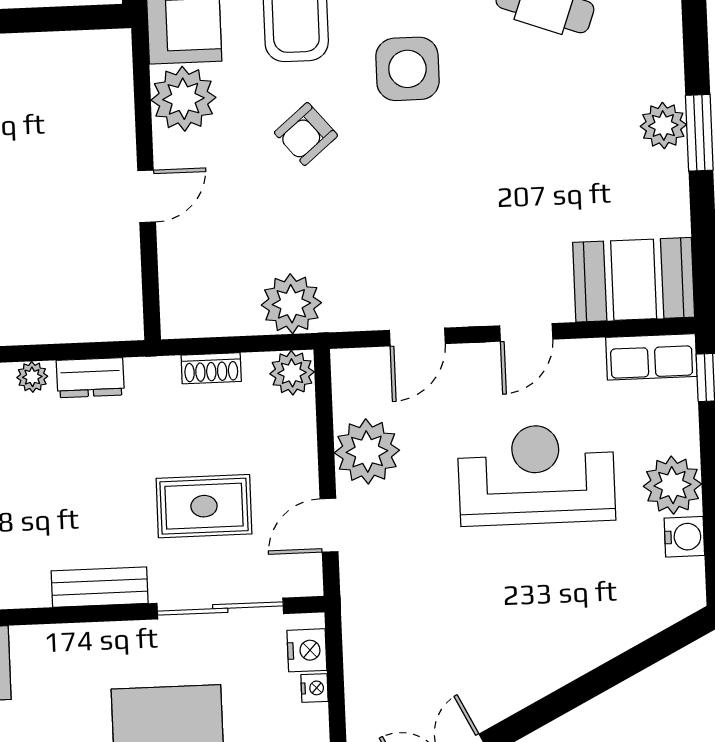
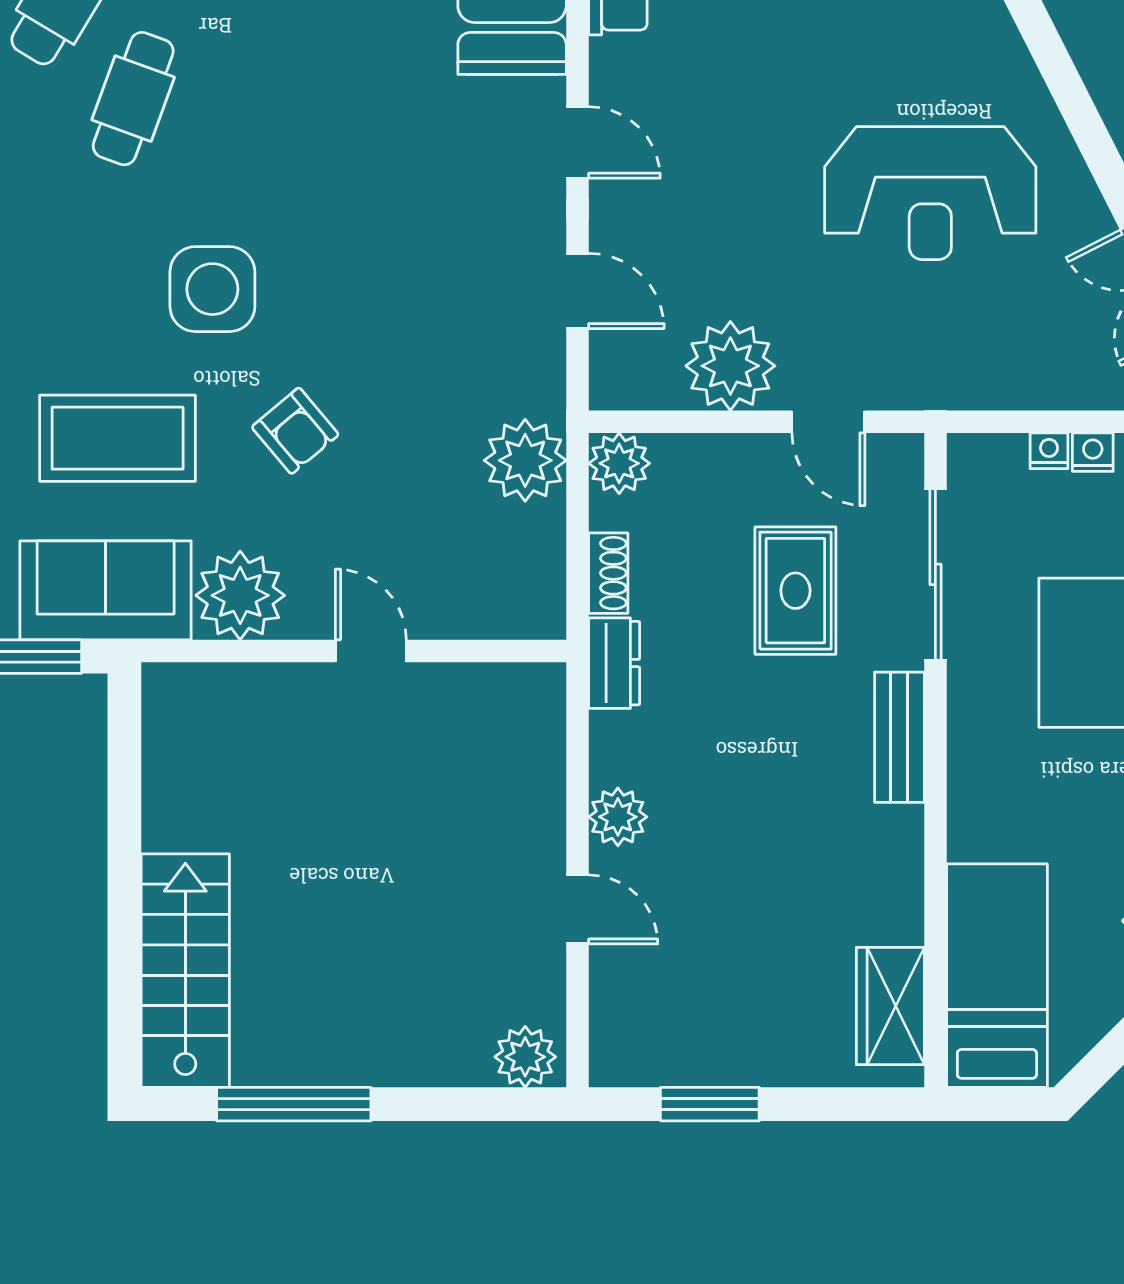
plant: (32, 377) -> (618, 817), width x1.38, depth x1.38
dresser: (90, 378) -> (614, 663), moved
reception desk: (536, 475) -> (930, 193), moved, turned -90
nightstand: (307, 650) -> (1093, 452), moved, width x0.72, depth x0.74

